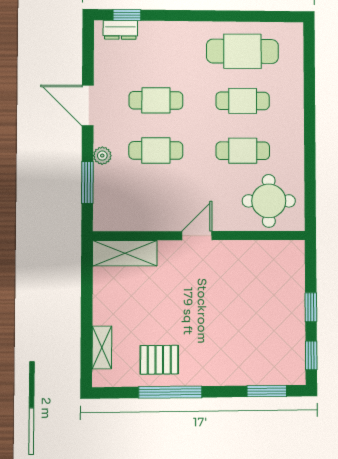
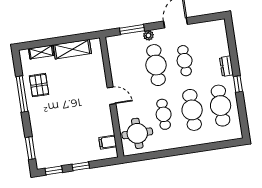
window: (127, 15) -> (238, 84), moved
dresser: (120, 30) -> (226, 66), moved
cafe table: (243, 101) -> (192, 110), width x1.37, depth x1.35
cafe table: (156, 150) -> (156, 65), width x1.37, depth x1.35
shelving: (125, 253) -> (72, 49), moved, turned 90
filing cabinet: (276, 254) -> (108, 142), added

